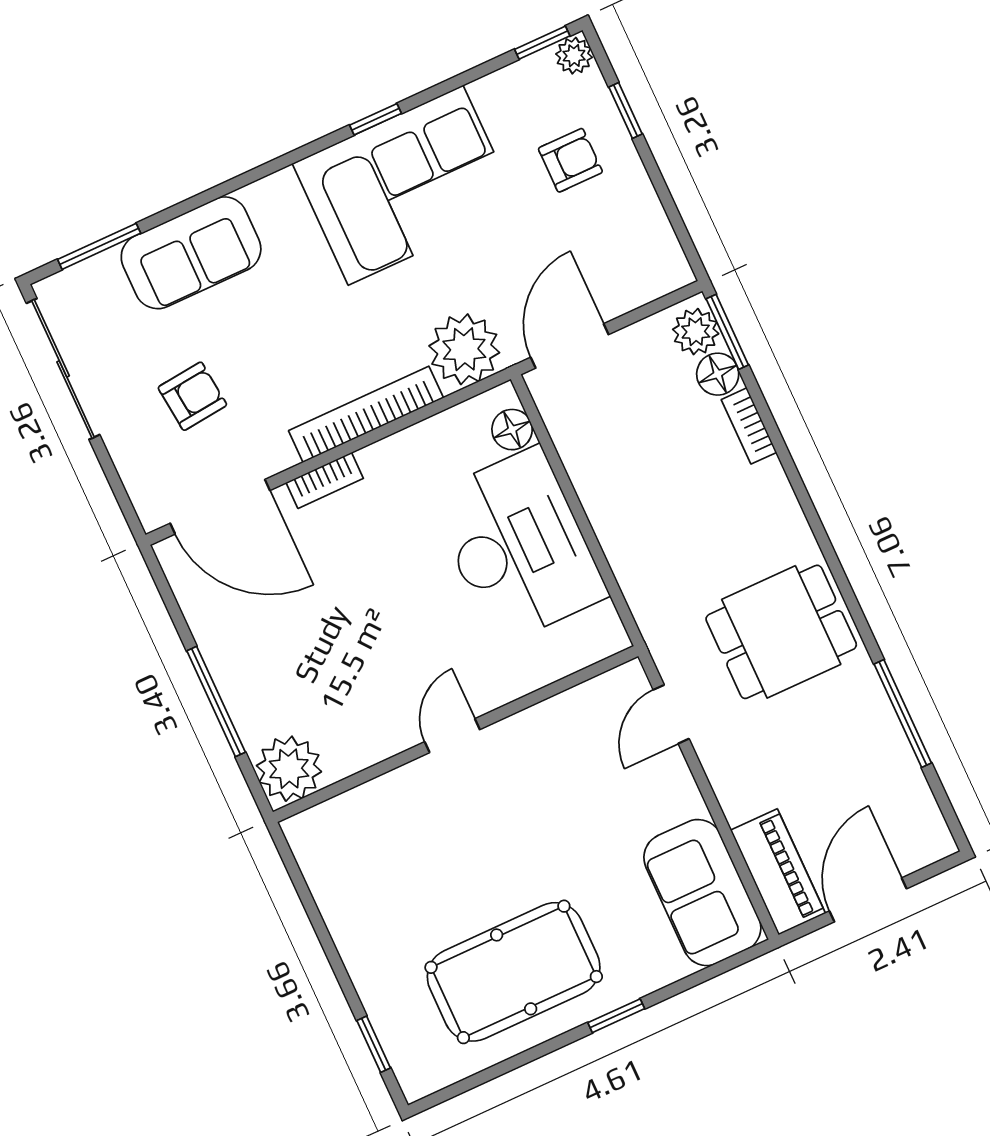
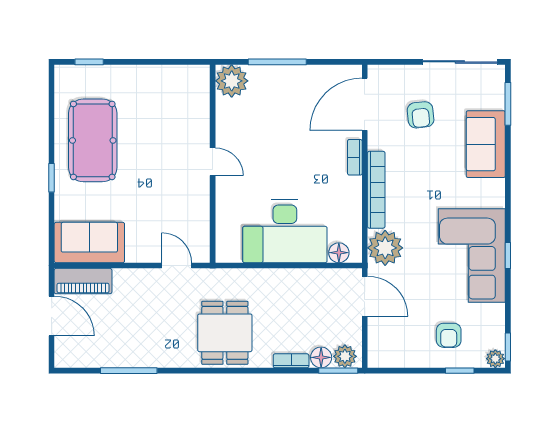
dining table: (781, 632) -> (225, 333), moved

